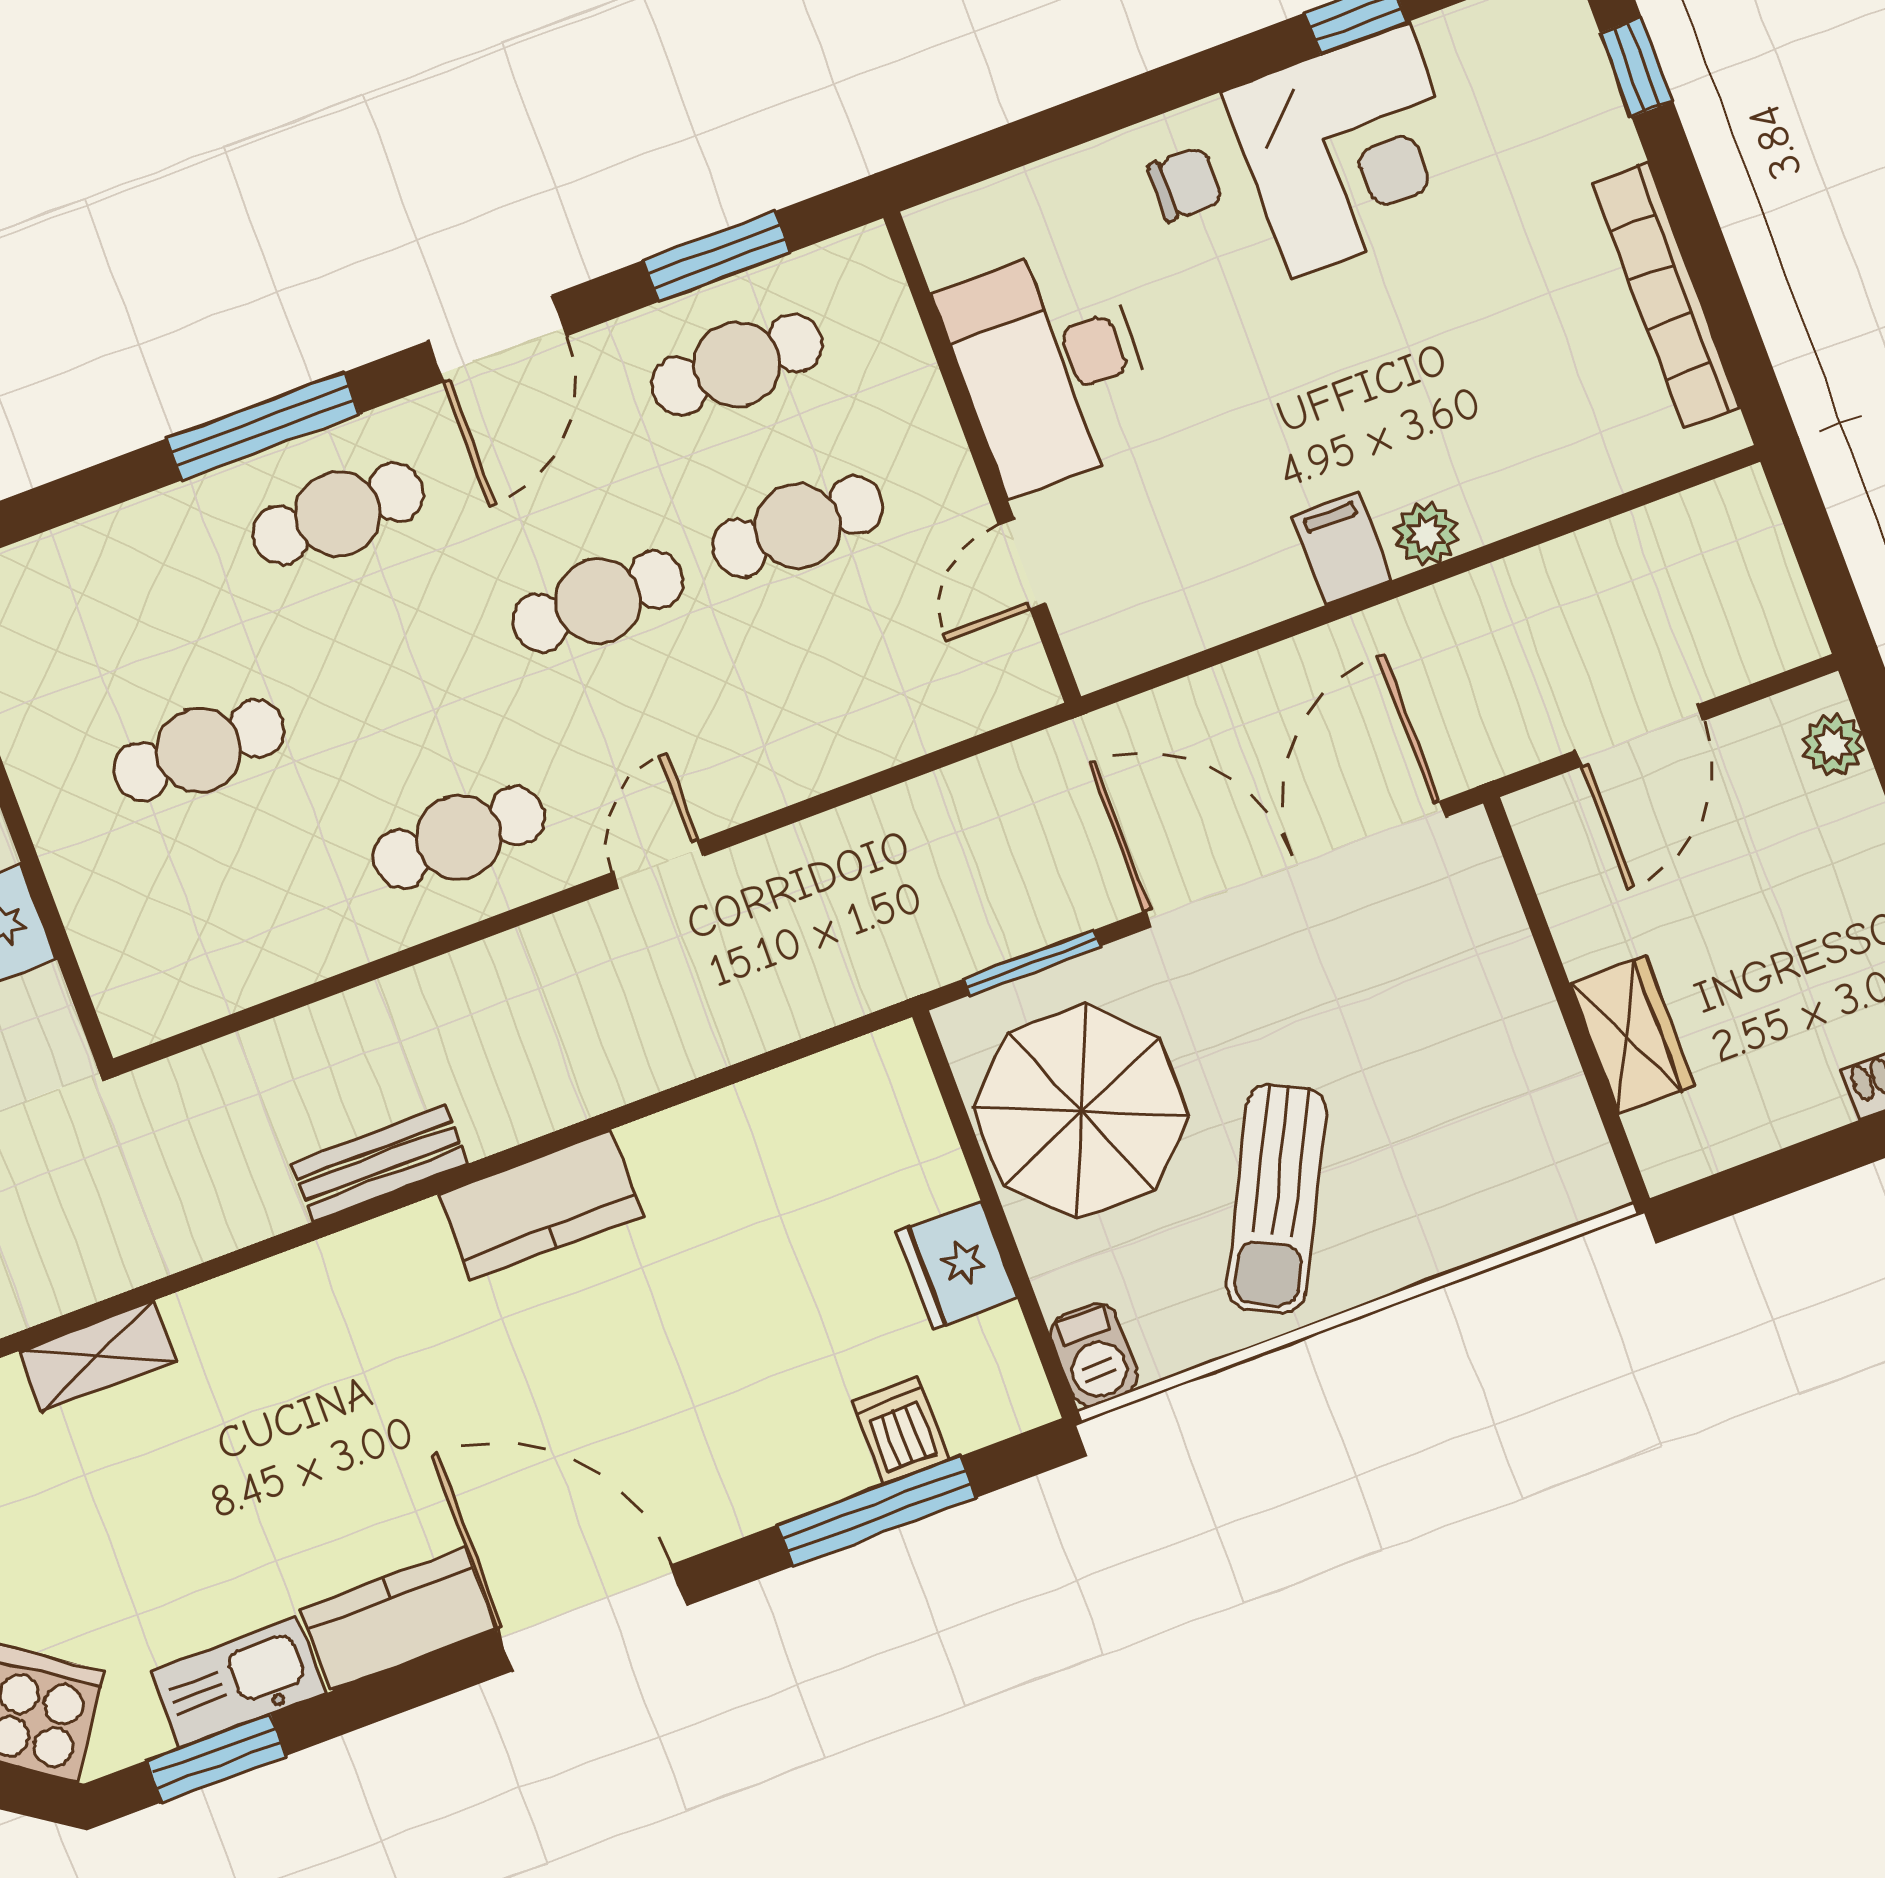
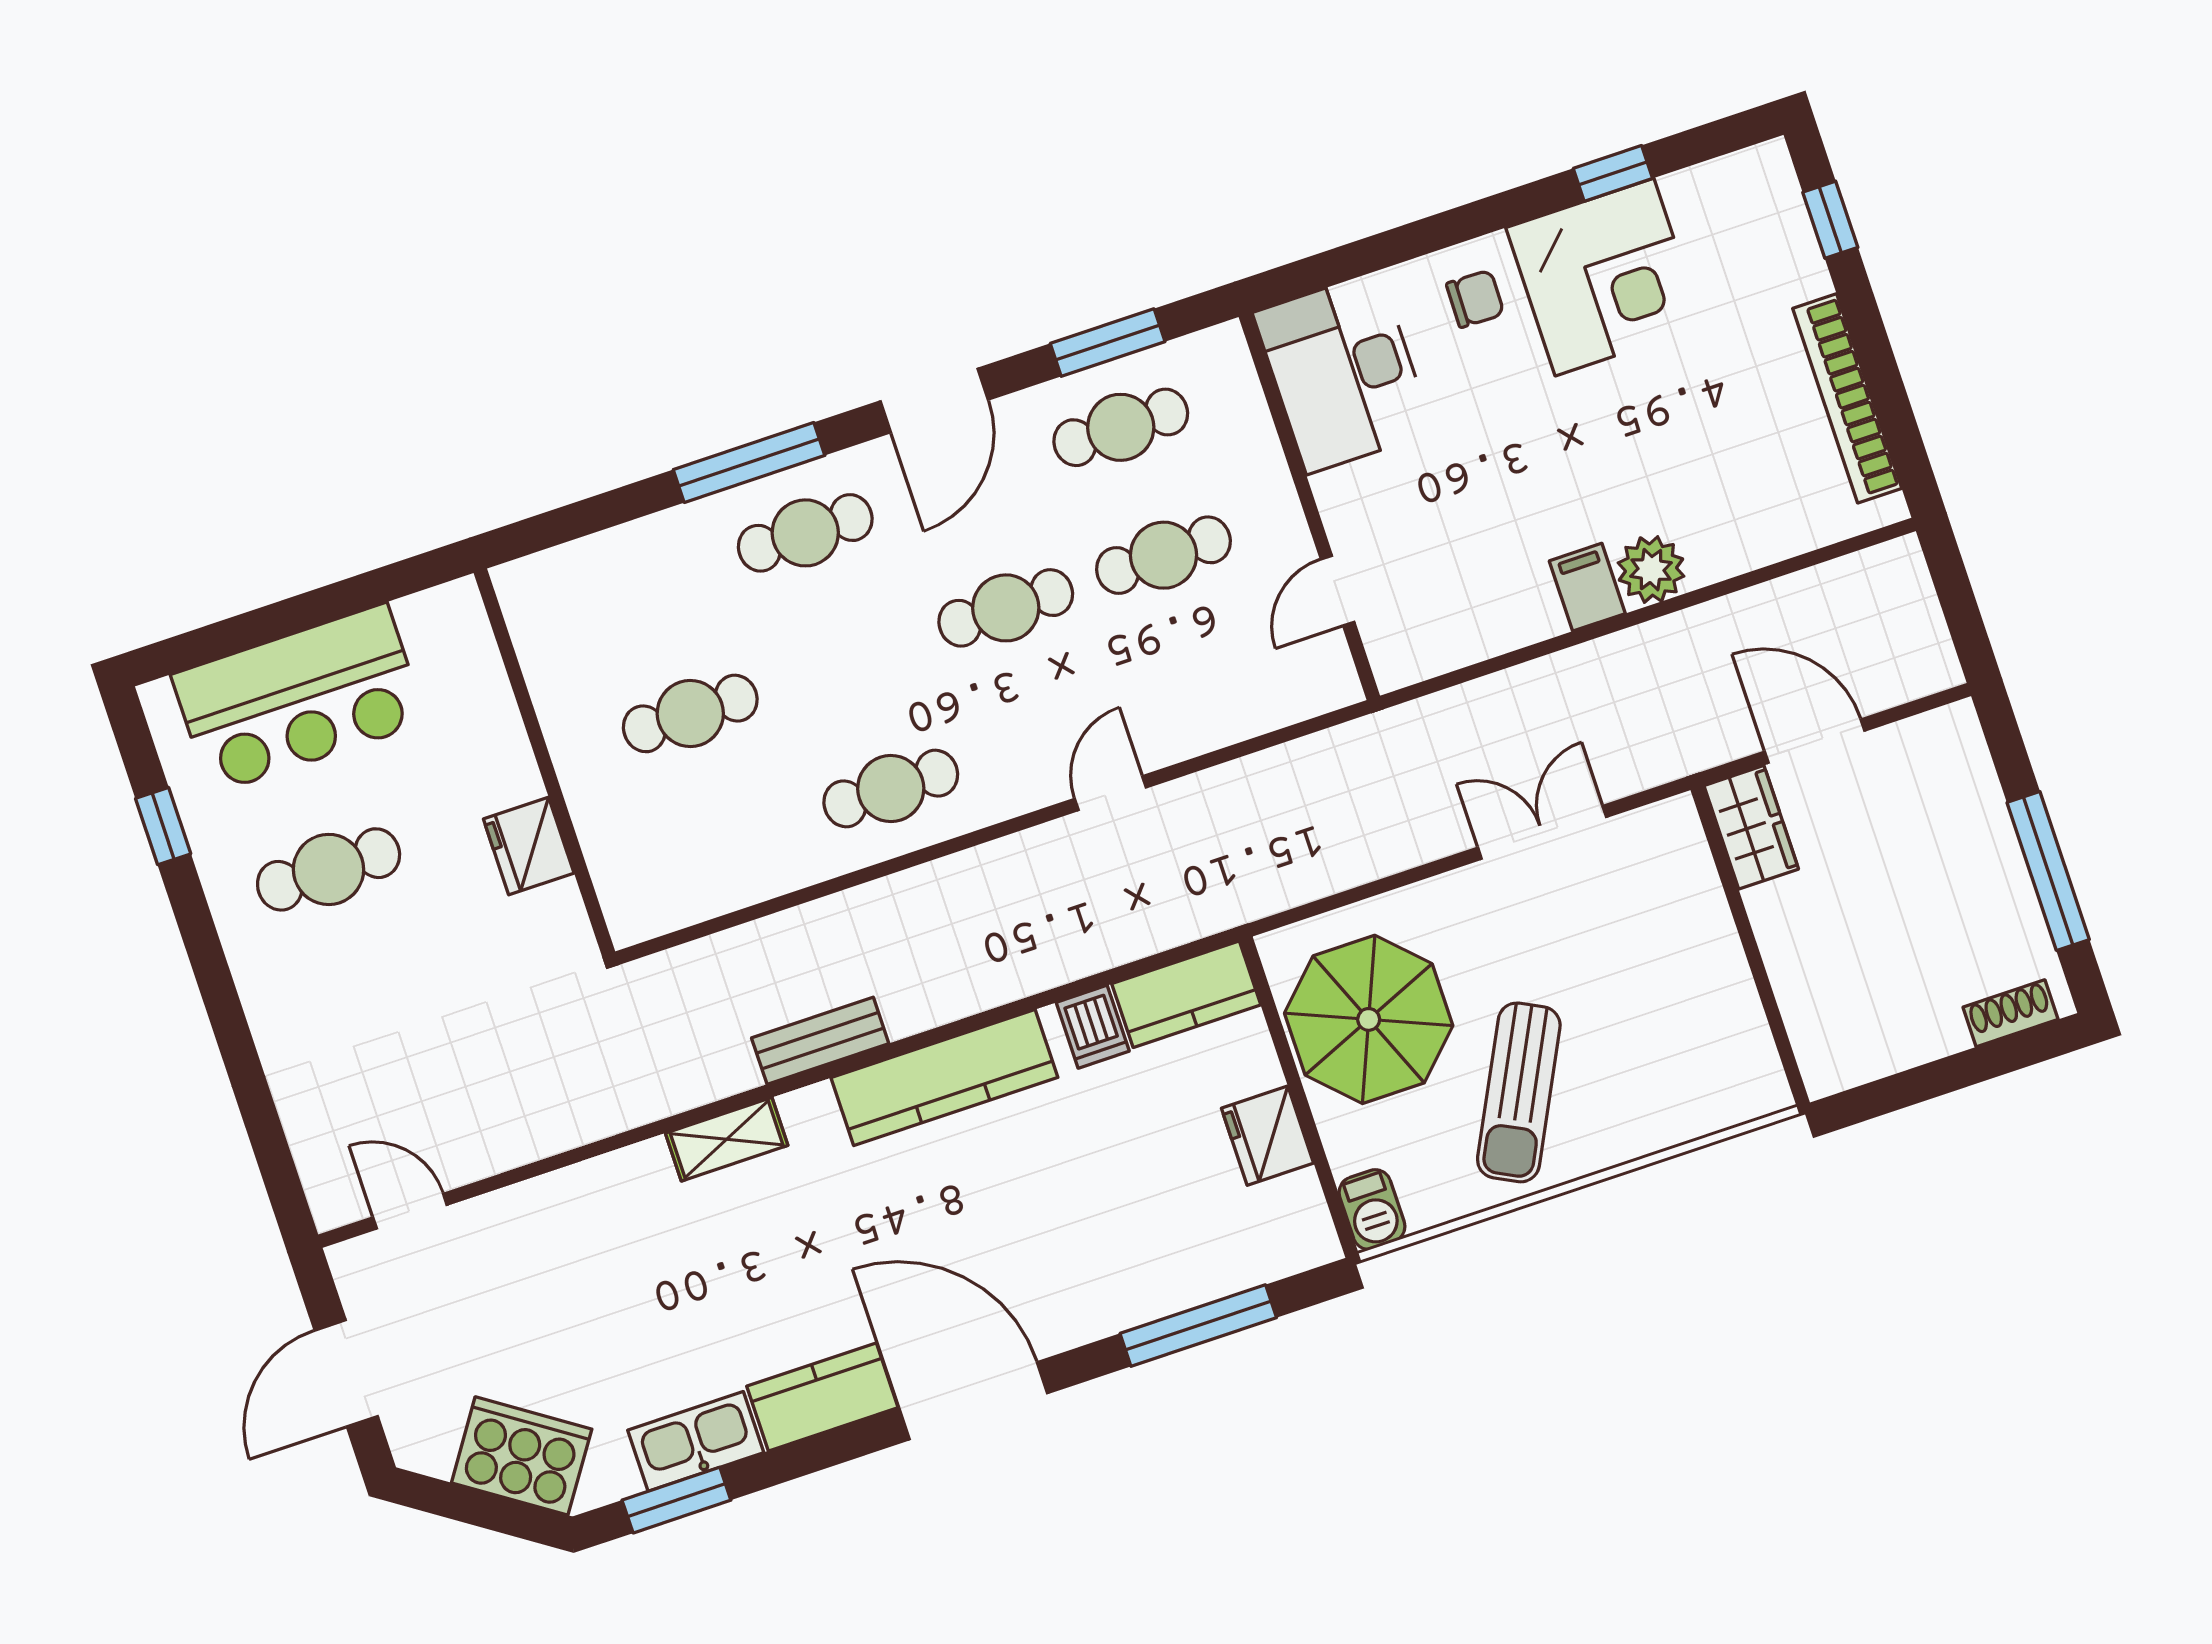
desk: (1050, 367) -> (1343, 373), moved
plant: (1427, 534) -> (1651, 570), width x1.38, depth x1.38
door: (1640, 735) -> (1815, 741), swing flipped
plant: (1833, 745) -> (1965, 754), removed
door: (658, 864) -> (1110, 793), moved
double door: (1295, 864) -> (1542, 832), width x0.54
window: (1032, 963) -> (1334, 902), removed
wardrobe: (1632, 1035) -> (1751, 827), moved
kitchen counter: (846, 1088) -> (1186, 994), added
kitchen counter: (540, 1205) -> (944, 1078), width x1.50
shelving: (98, 1356) -> (727, 1139), moved
dishwasher: (901, 1431) -> (1093, 1027), moved, turned 180

